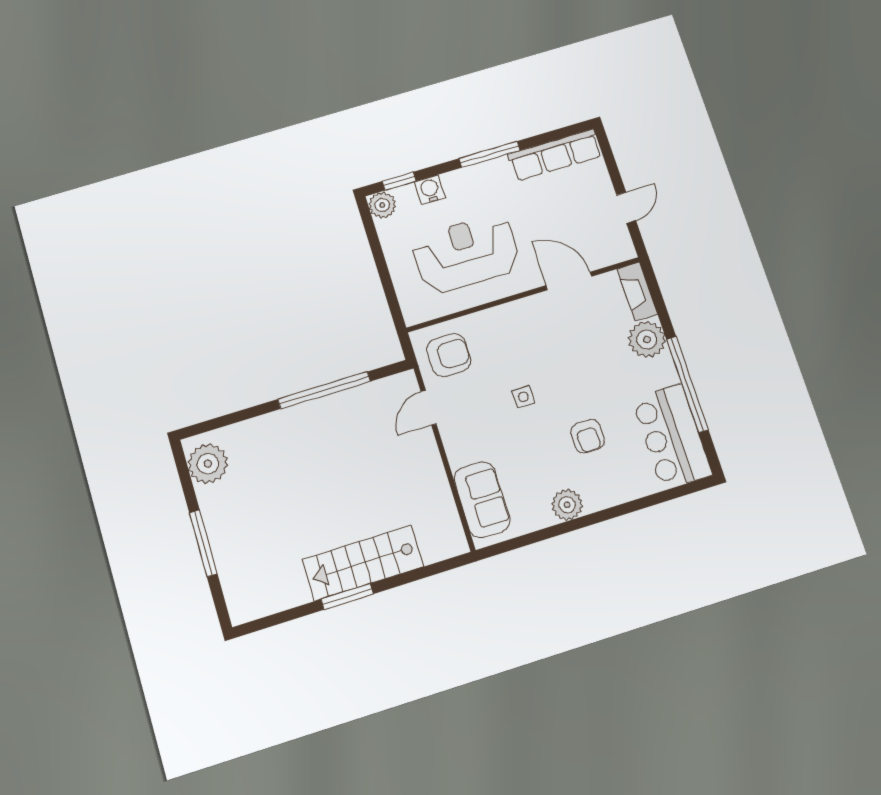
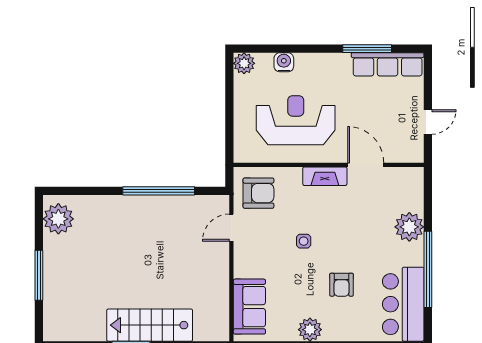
window: (490, 154) -> (367, 49), moved
window: (399, 181) -> (263, 49), removed
fireplace: (637, 292) -> (325, 176), moved, turned -90

